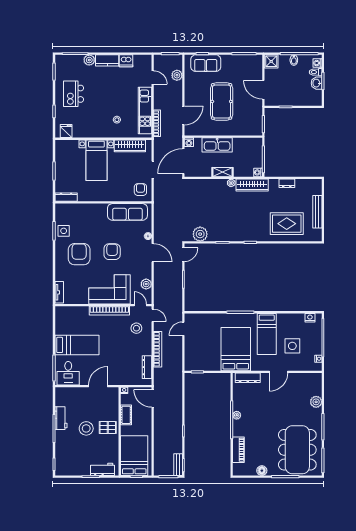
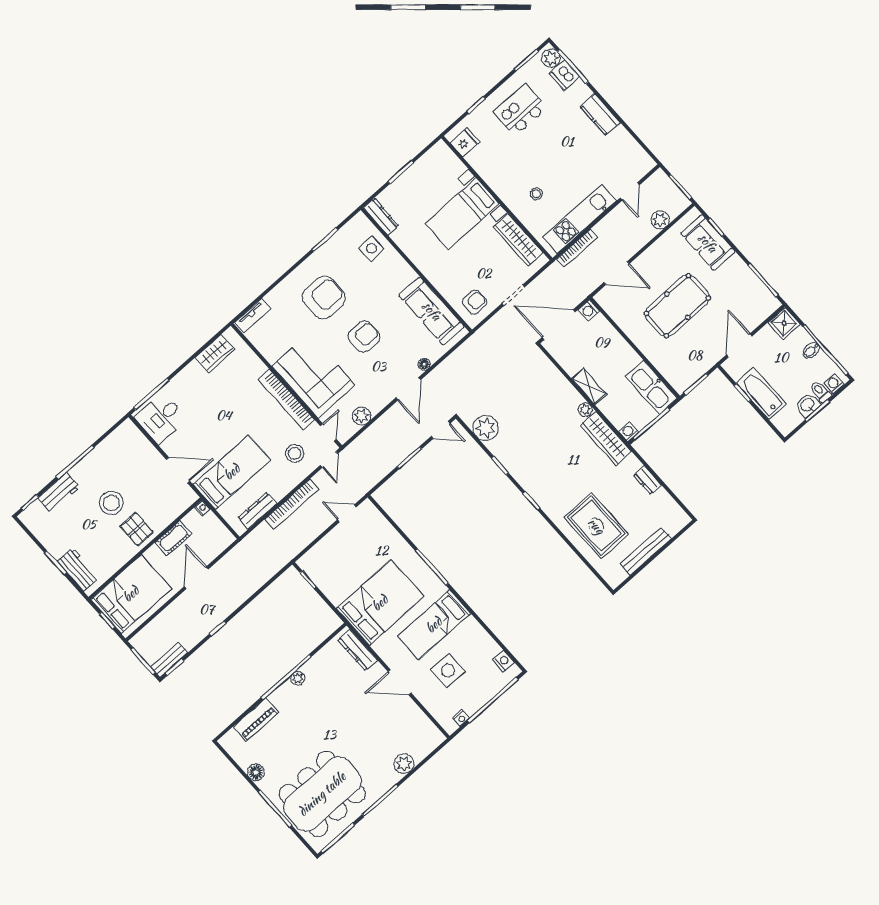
plant: (89, 60) -> (551, 58), moved
dishwasher: (126, 61) -> (564, 75), moved
bathtub: (293, 99) -> (761, 393), added
kitchen sink: (217, 145) -> (651, 387), moved
side table: (64, 231) -> (371, 248), moved
wardrobe: (61, 324) -> (215, 353), added
bed: (77, 345) -> (232, 472), moved, turned -90
door: (153, 398) -> (196, 578), moved
workbench: (61, 418) -> (59, 492), moved

